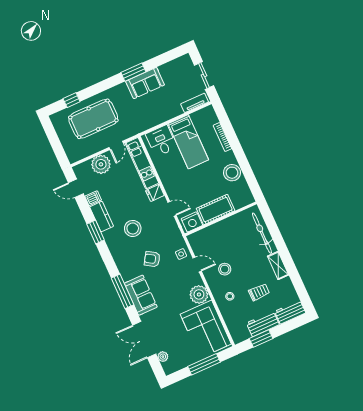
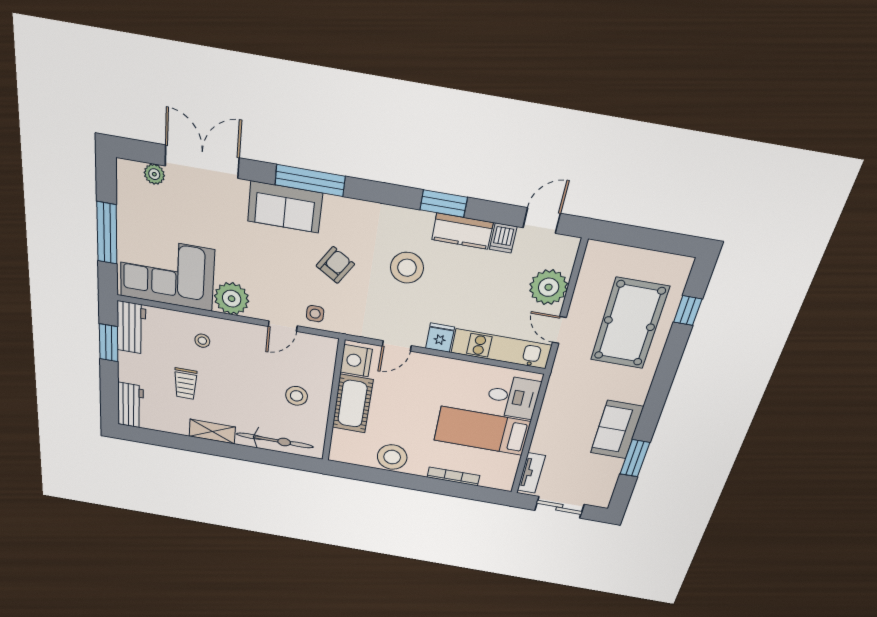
window: (133, 72) -> (635, 458), moved
stool: (225, 269) -> (297, 396), moved
workbench: (263, 324) -> (131, 328), moved

